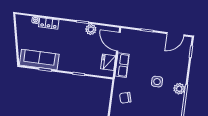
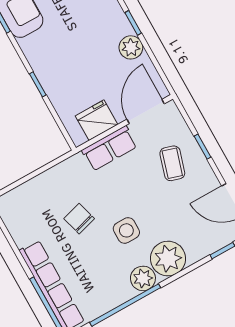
coffee table: (145, 46) -> (172, 163), added
plant: (179, 74) -> (168, 259), added
chair: (125, 98) -> (79, 219), moved

